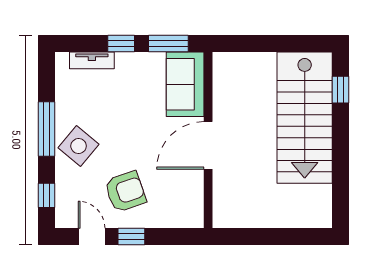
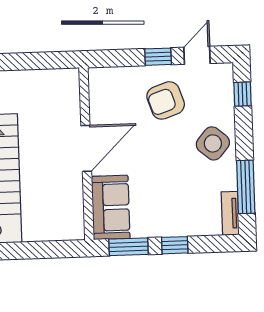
tv unit: (92, 60) -> (230, 213), moved, turned -90
window: (46, 129) -> (246, 187), moved
door: (92, 237) -> (197, 55), swing flipped

